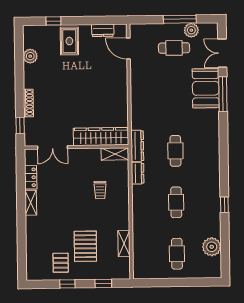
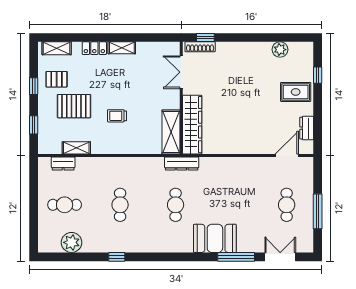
plant: (191, 30) -> (306, 224), removed
booth: (206, 88) -> (215, 238), moved
shoe rack: (28, 103) -> (200, 47), moved
cafe table: (175, 151) -> (176, 205), turned 90
shelving: (115, 154) -> (171, 132), width x1.50, depth x1.33
dresser: (138, 173) -> (63, 164), moved
locker: (31, 177) -> (94, 48), moved
trolley: (100, 190) -> (117, 116), moved
cafe table: (176, 202) -> (120, 205), turned 90
shelving: (32, 263) -> (57, 48), added

